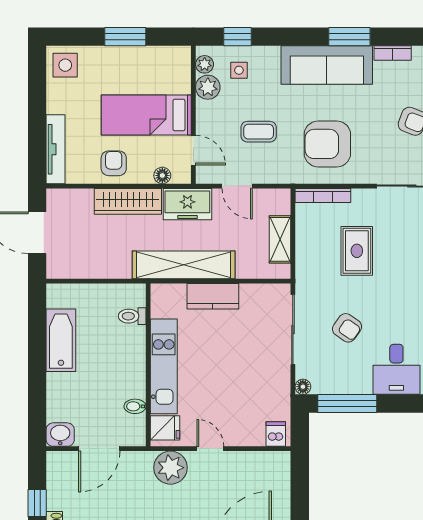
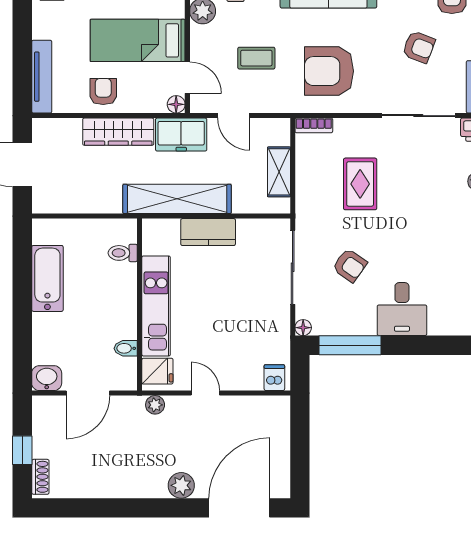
floor lamp: (162, 175) -> (176, 104), moved
bookcase: (323, 195) -> (314, 125), width x0.64
plant: (170, 468) -> (155, 405), width x0.53, depth x0.53

